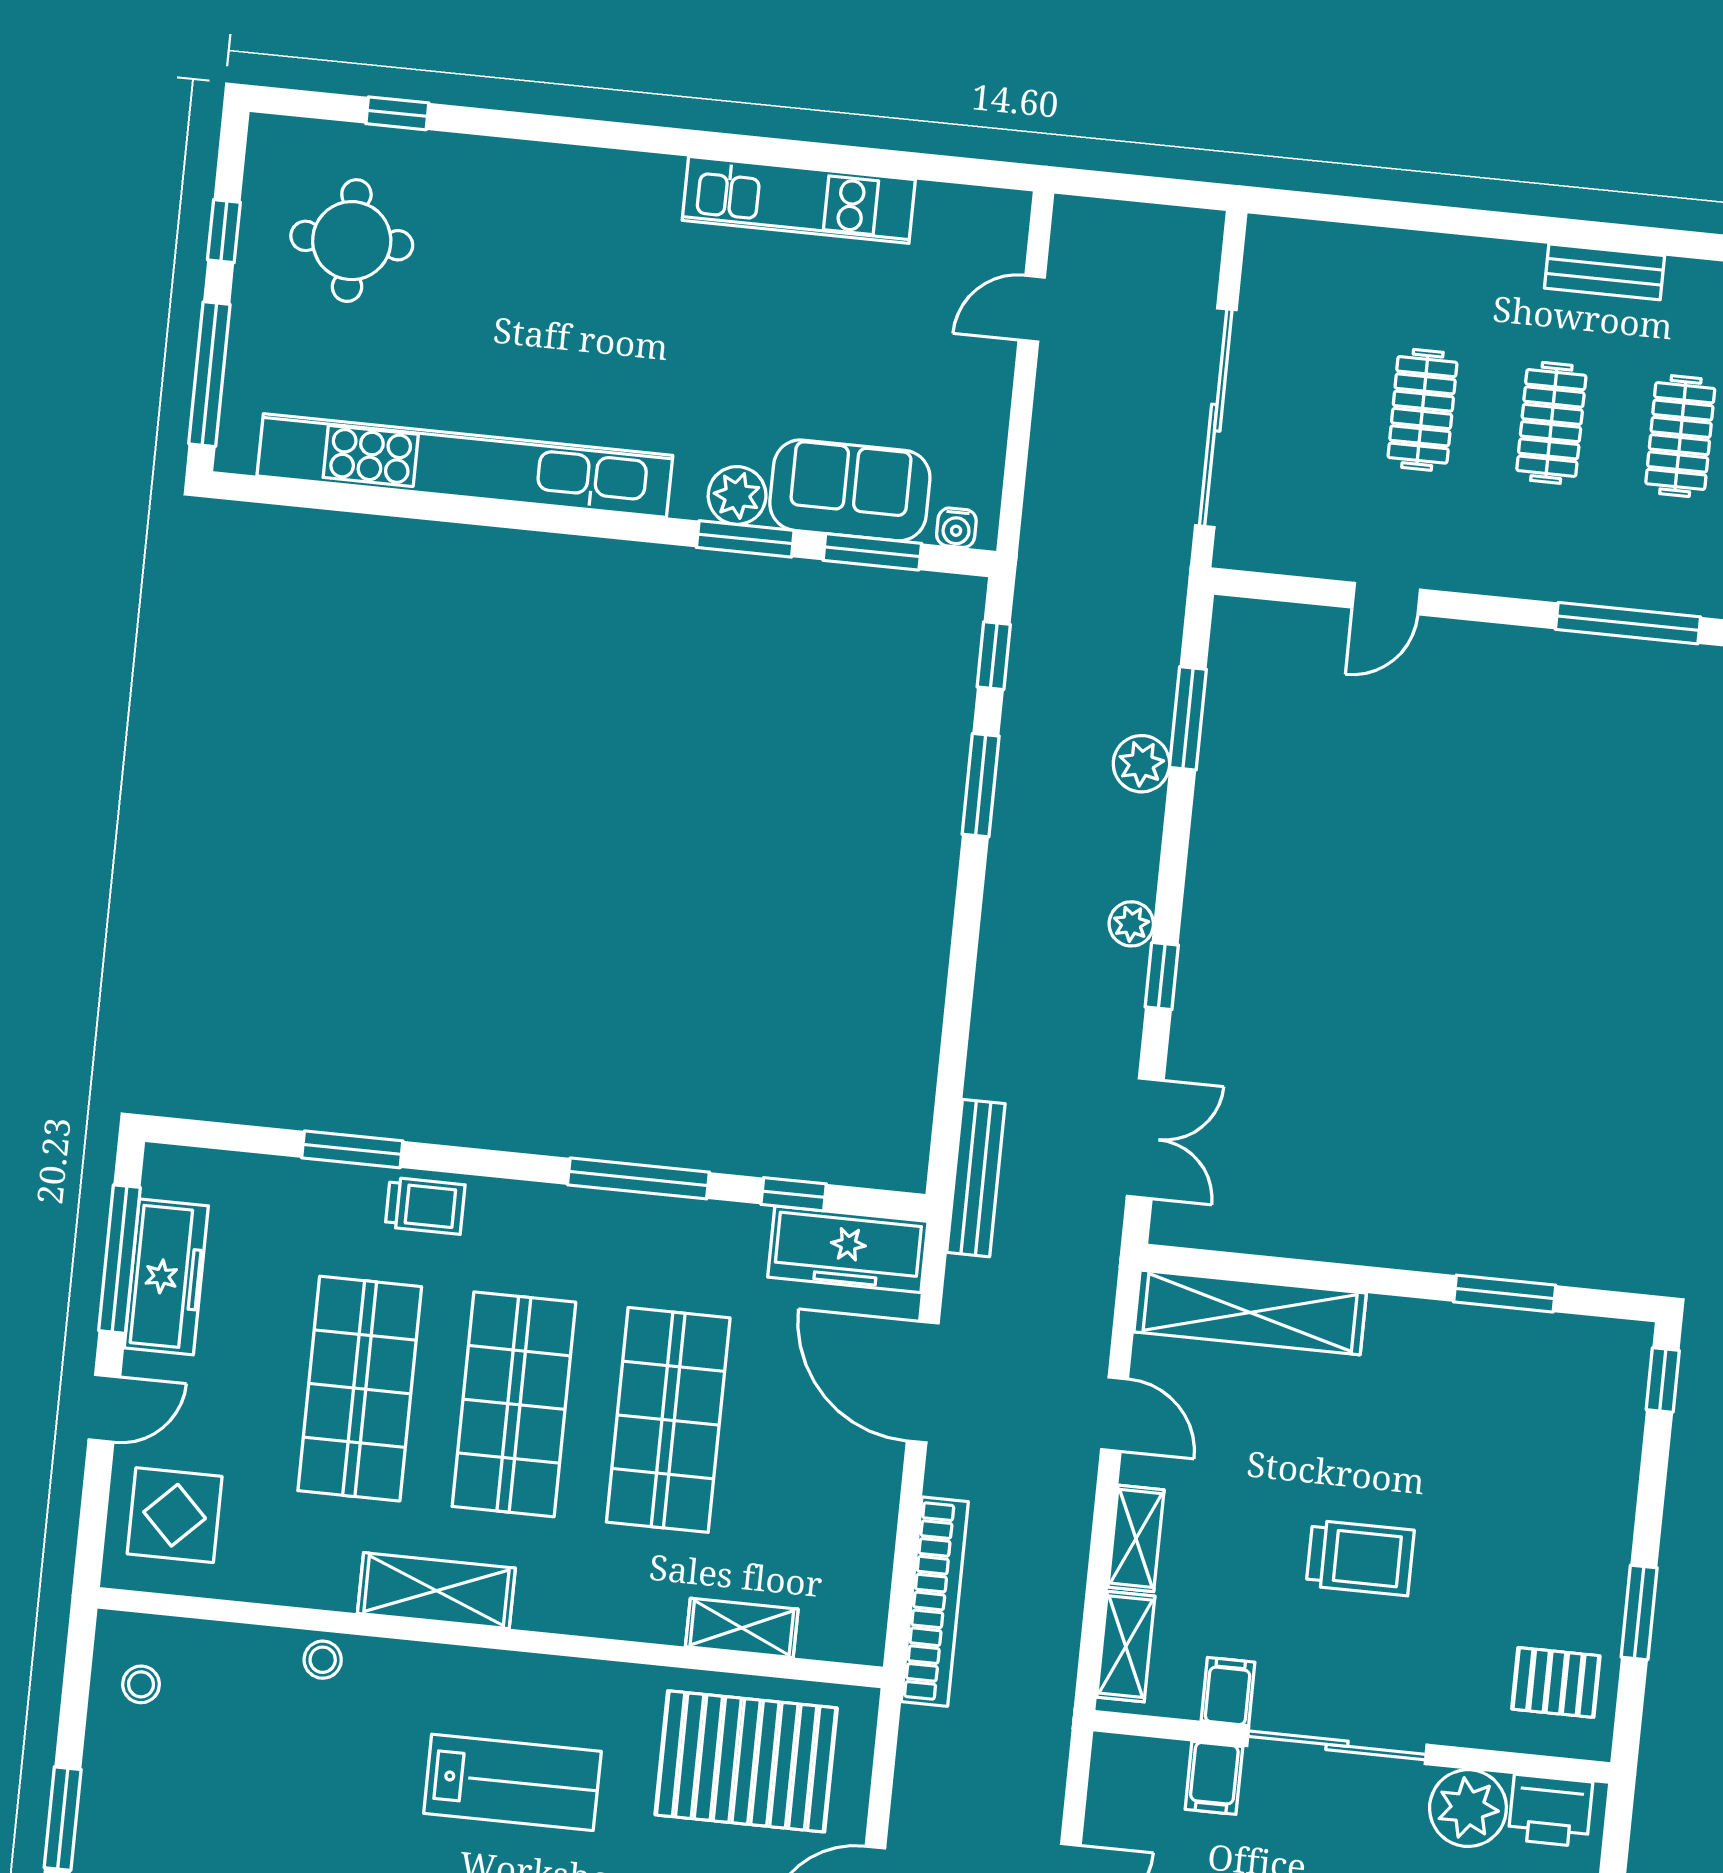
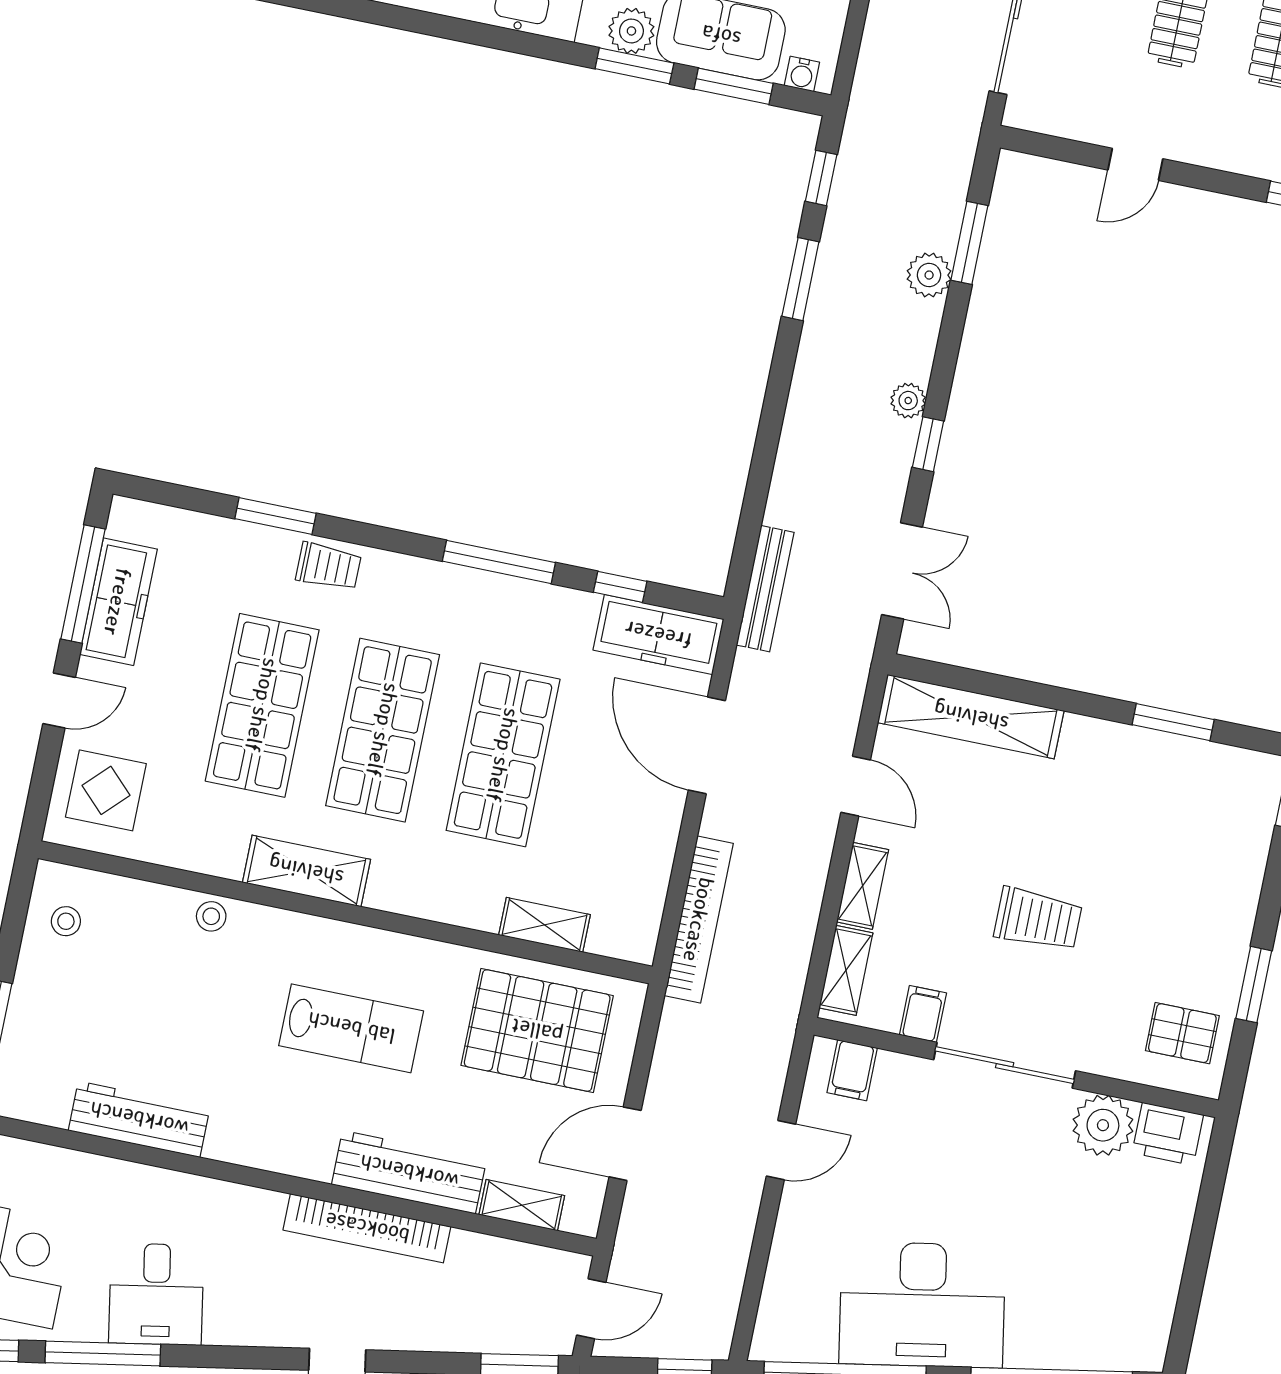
filing cabinet: (1214, 1778) -> (852, 1070), moved

